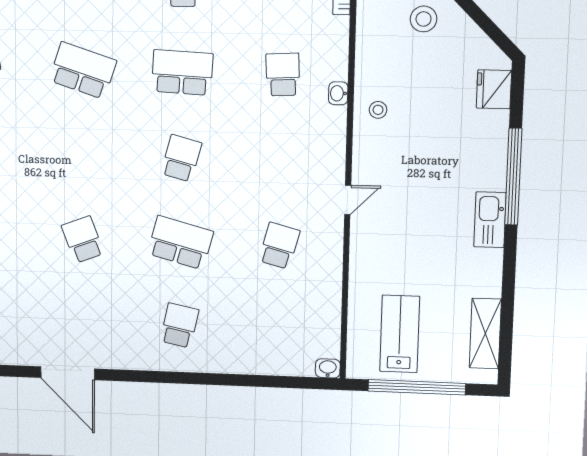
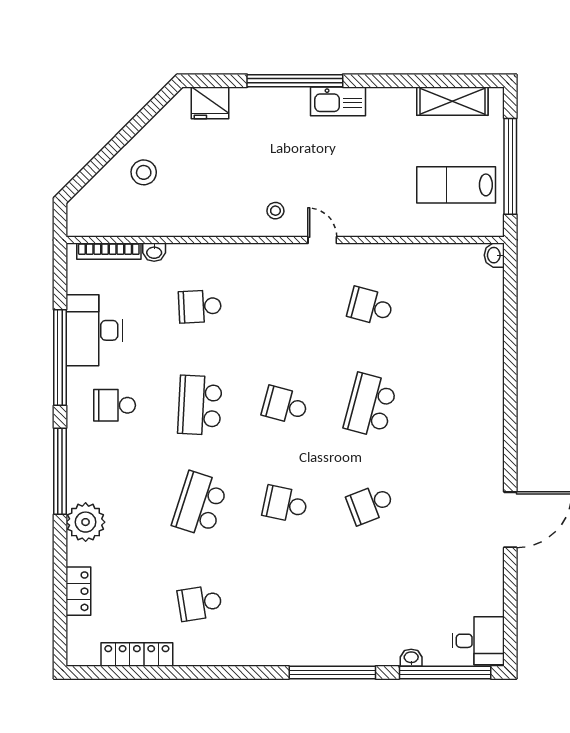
washbasin: (338, 93) -> (154, 252), moved
stool: (378, 110) -> (275, 211), moved
school desk: (179, 325) -> (285, 504), moved

